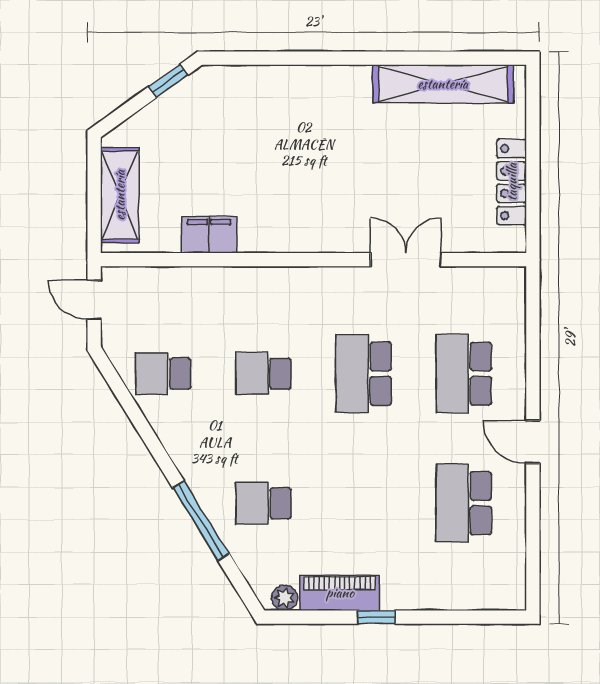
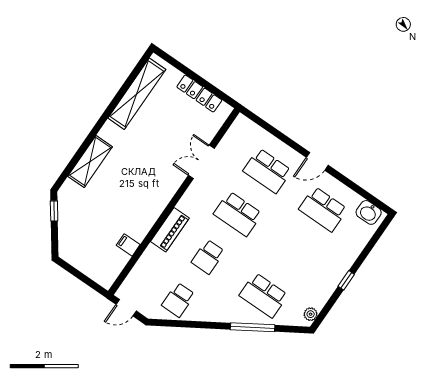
shelving: (120, 195) -> (90, 161), moved, turned 90
filing cabinet: (209, 235) -> (128, 245), width x0.50
school desk: (263, 503) -> (264, 295), width x1.85
washbasin: (508, 579) -> (369, 212), added
piano: (340, 593) -> (170, 230), moved, turned 180

